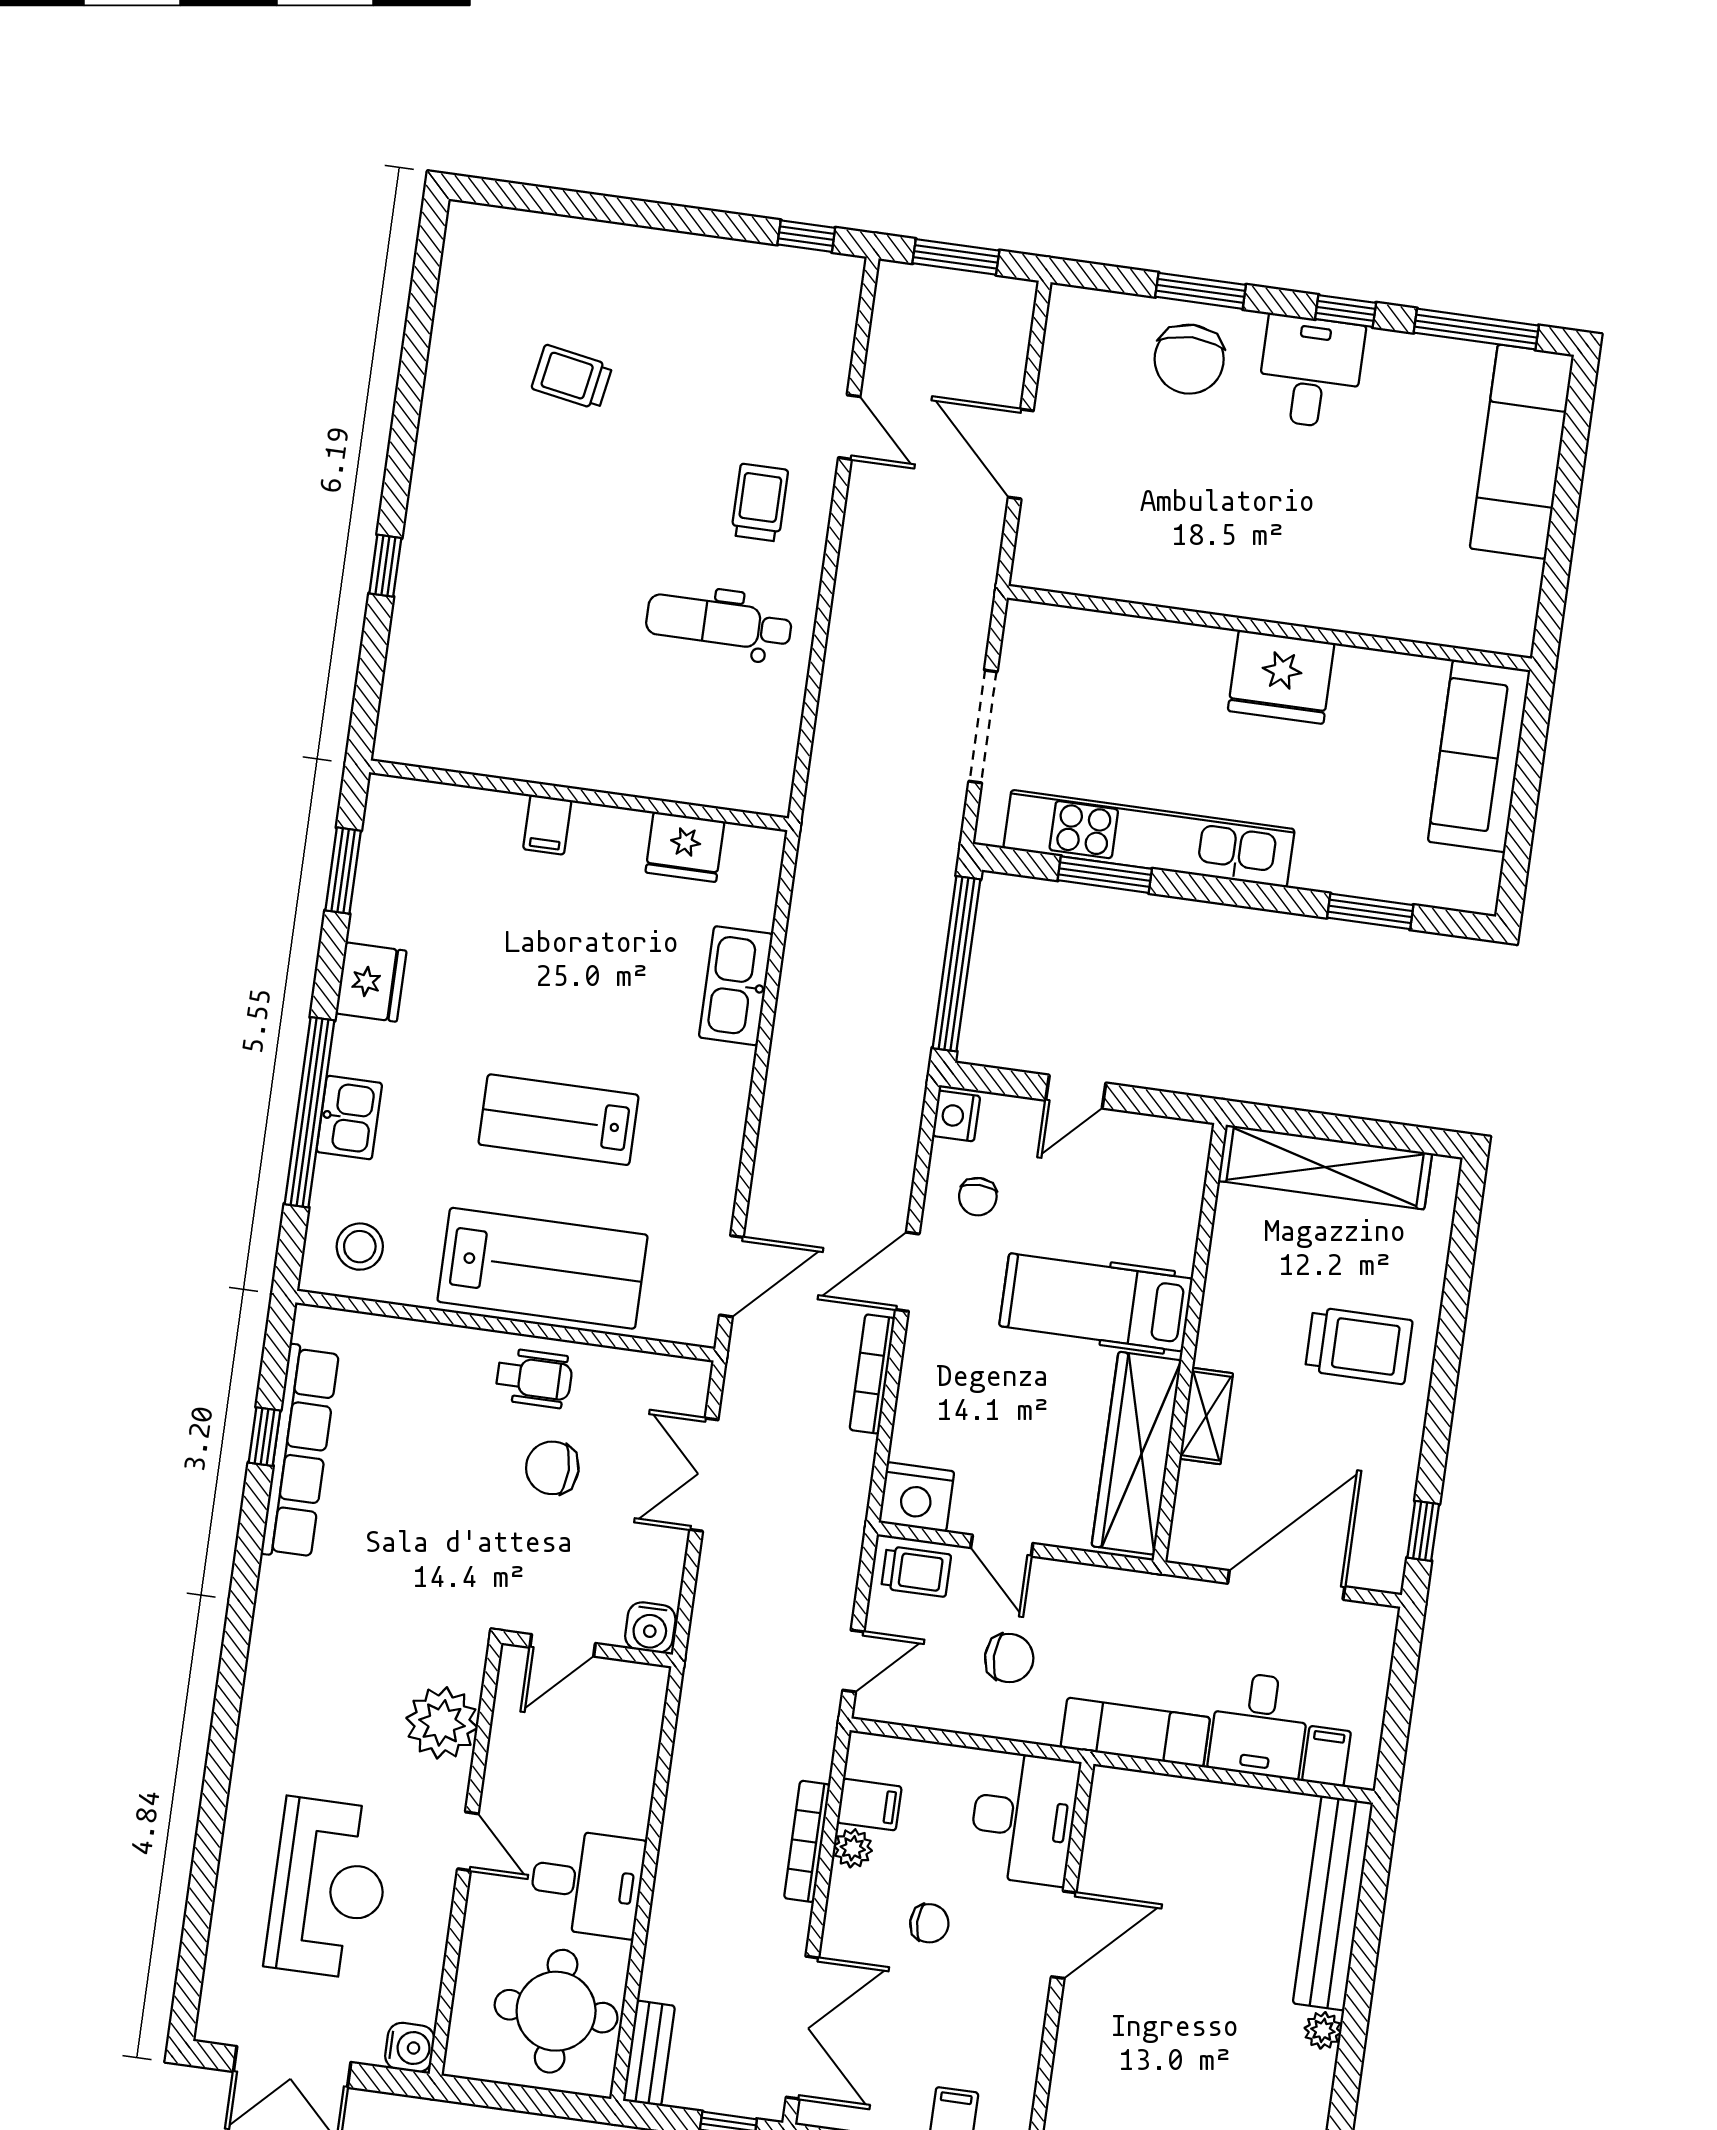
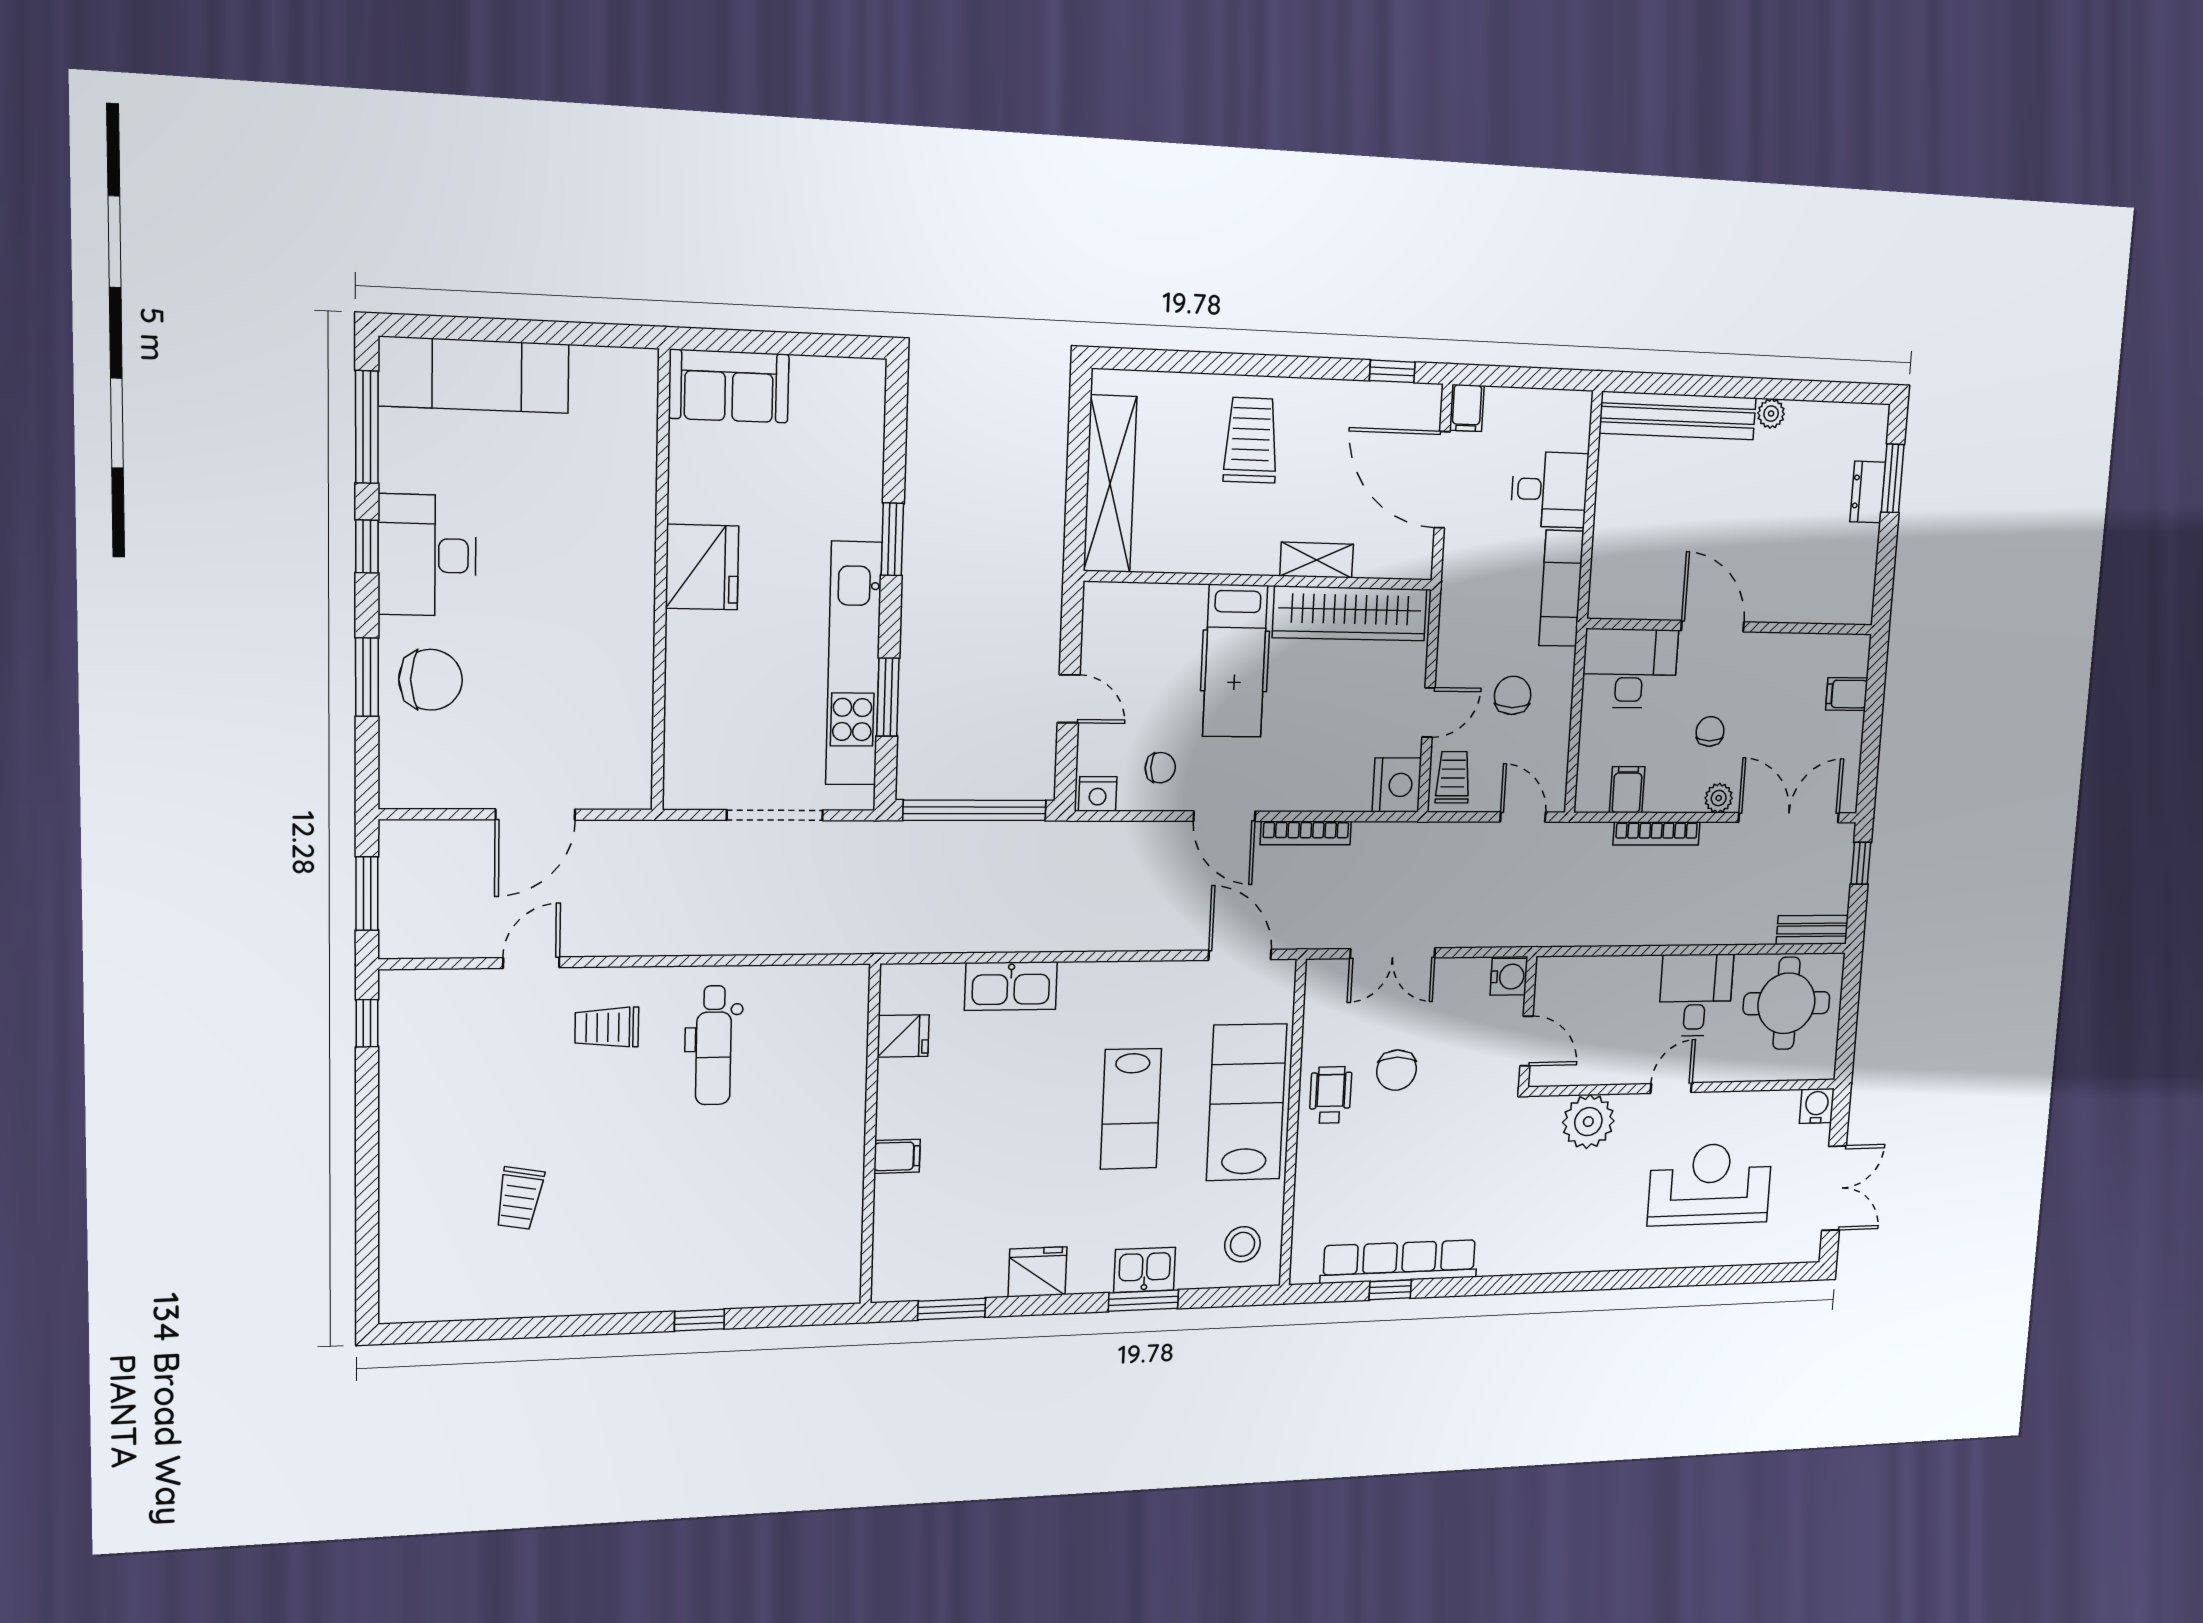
desk: (1311, 372) -> (427, 555), width x1.37
sofa: (1479, 756) -> (729, 386), width x0.73
fridge: (685, 847) -> (903, 1036), width x0.72
window: (1370, 911) -> (892, 539), moved
window: (310, 1112) -> (1143, 1301), width x0.47
filing cabinet: (1327, 1756) -> (1467, 408), moved, turned -90
plant: (853, 1848) -> (1719, 798), moved

